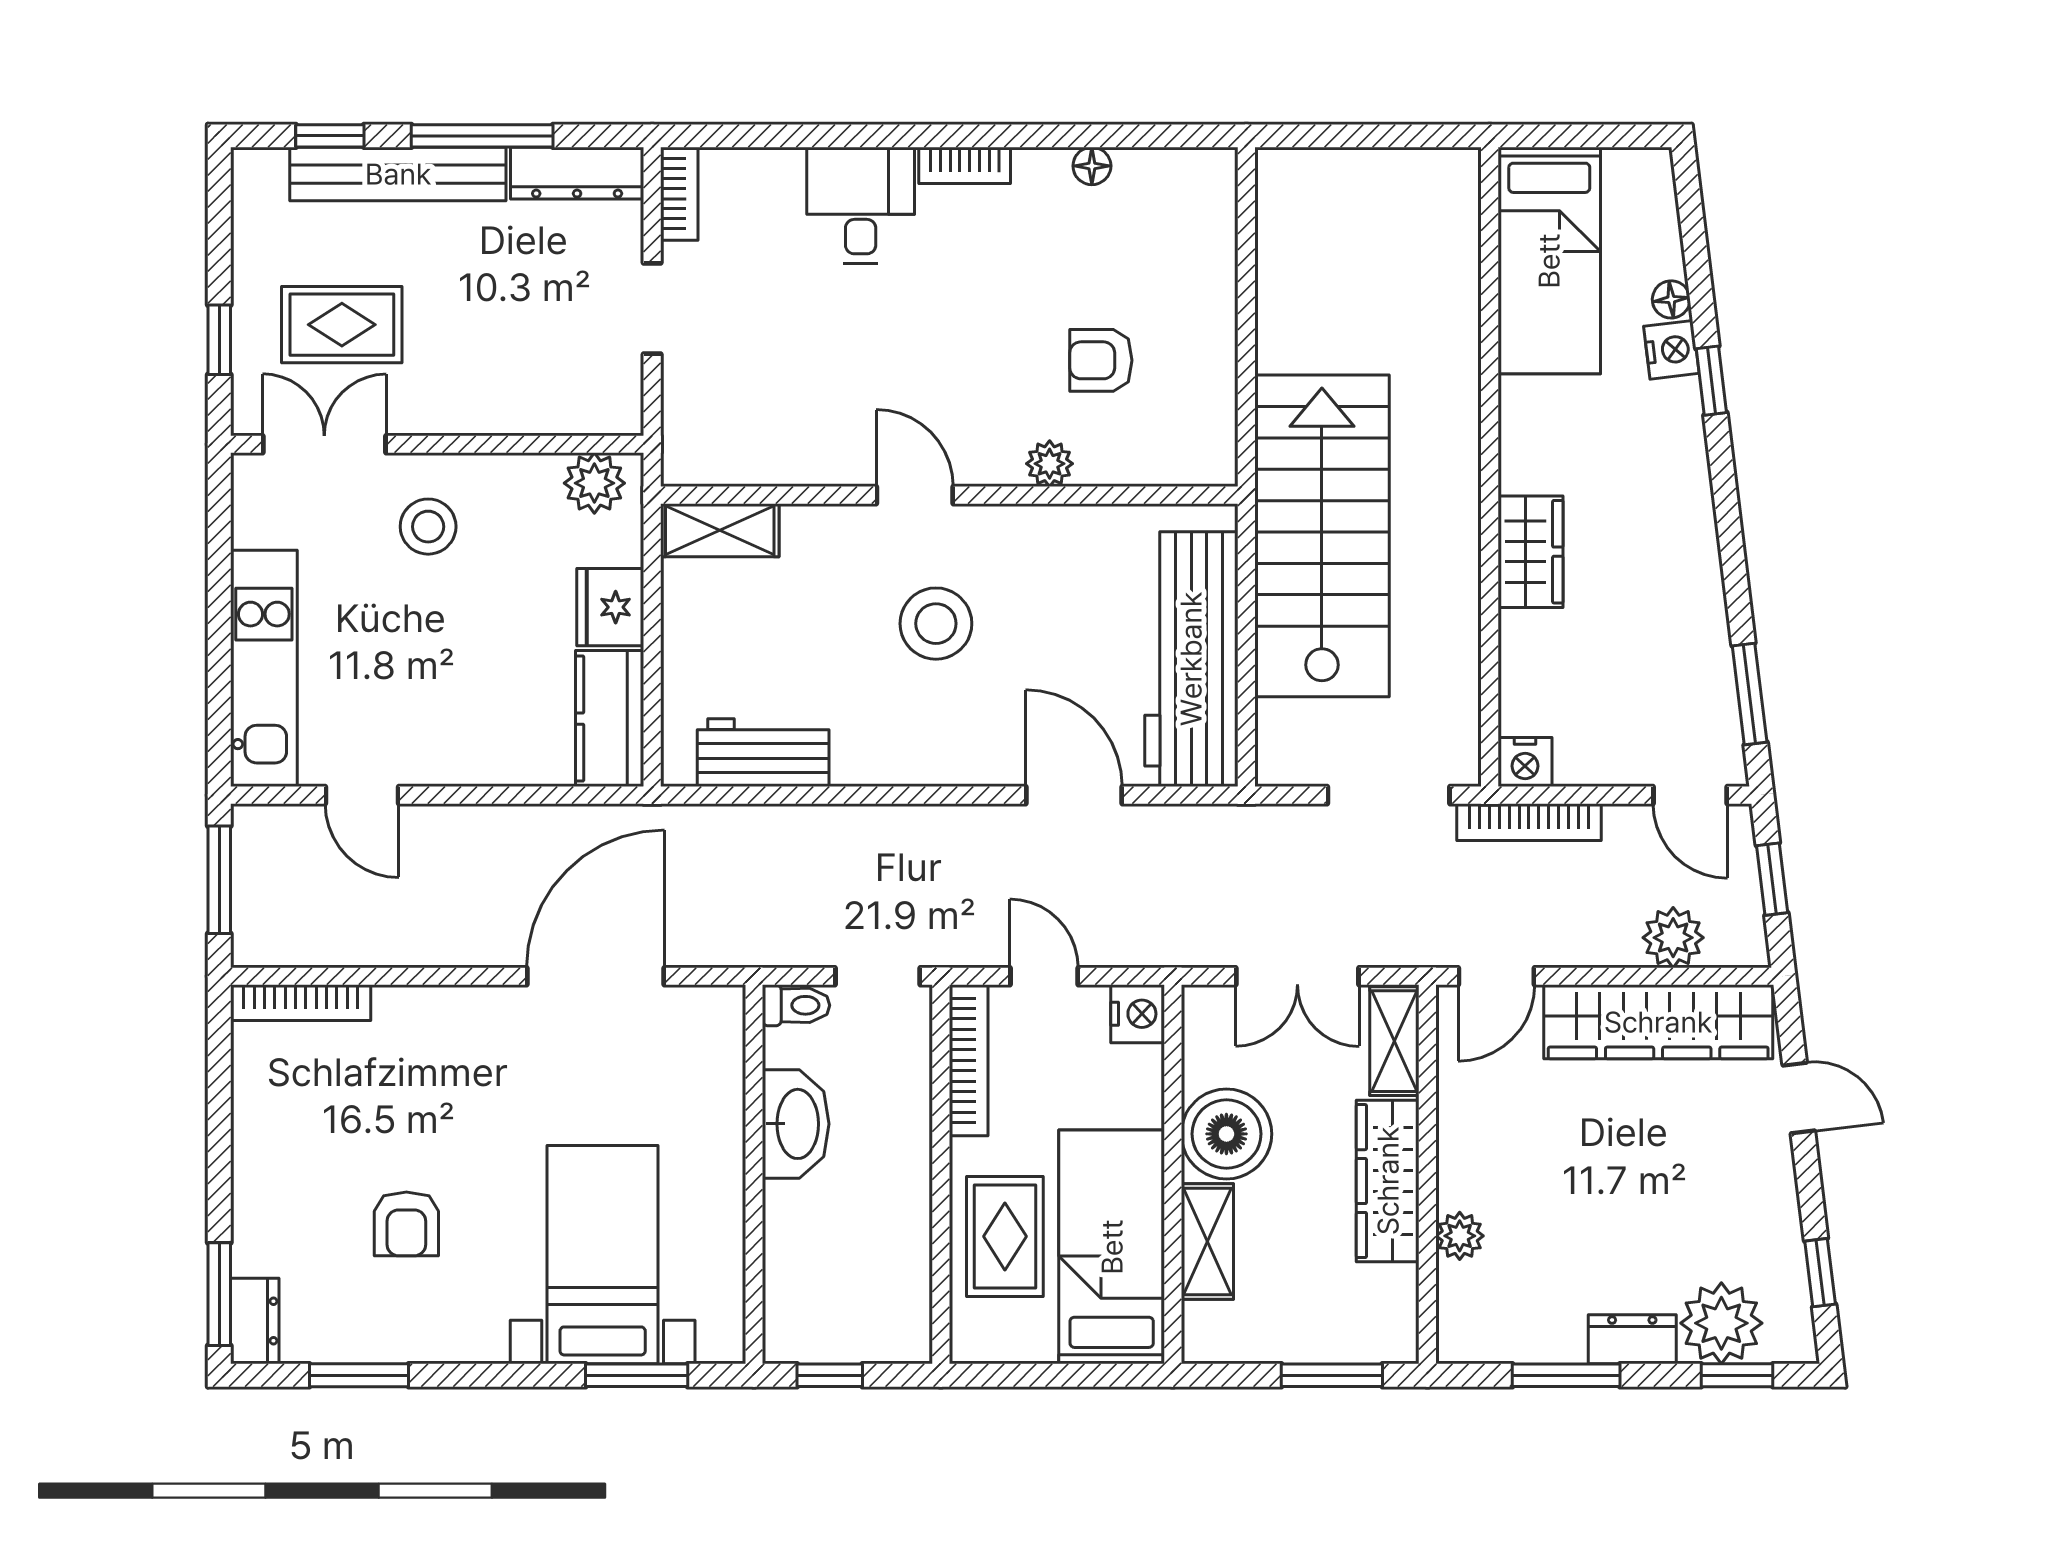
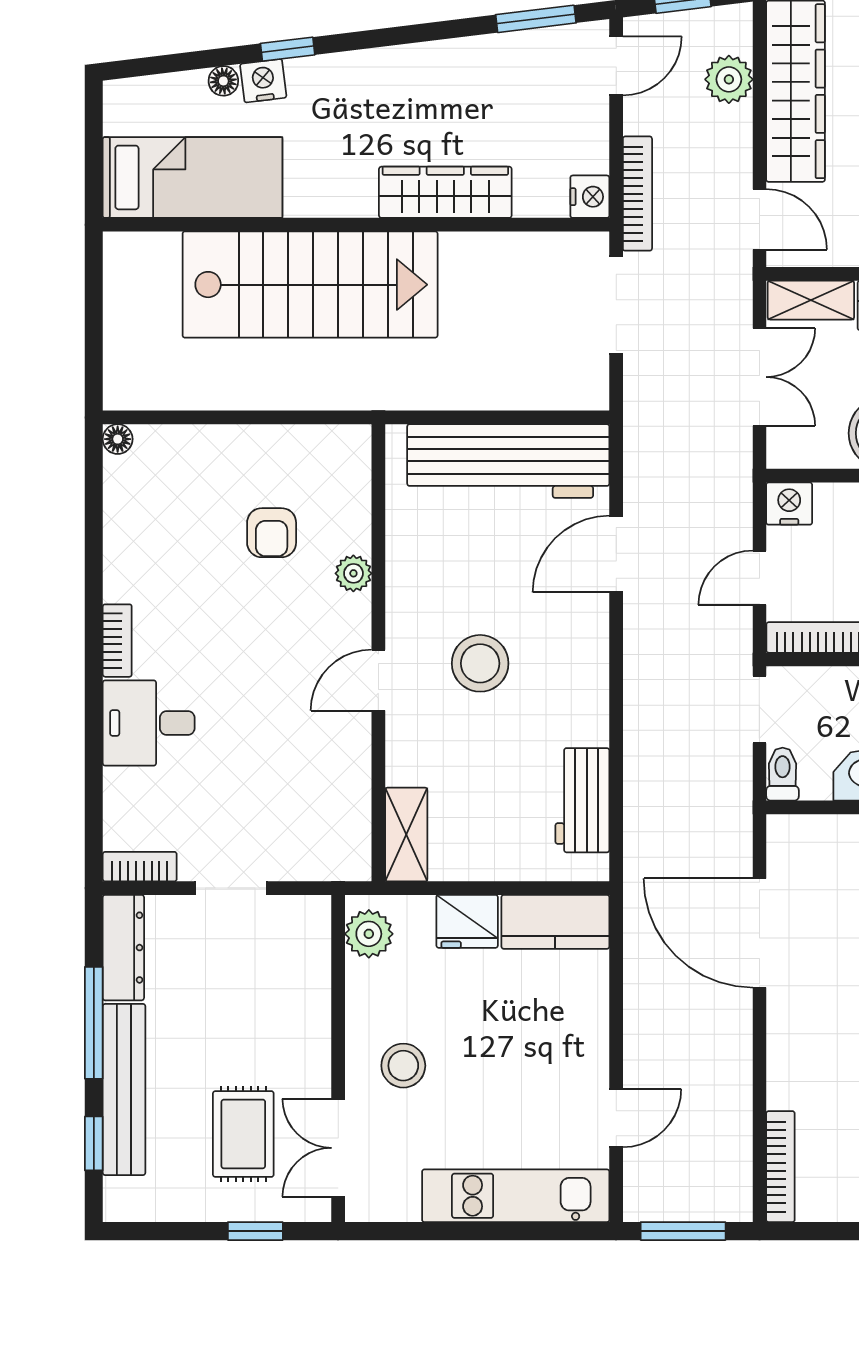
floor lamp: (1092, 166) -> (118, 439), moved
stairs: (1322, 536) -> (310, 285), moved, turned 180
wardrobe: (1531, 552) -> (445, 192), width x1.50

